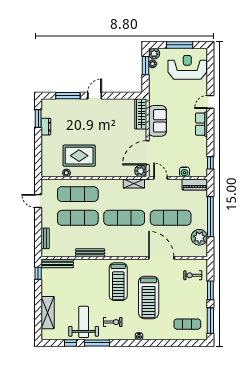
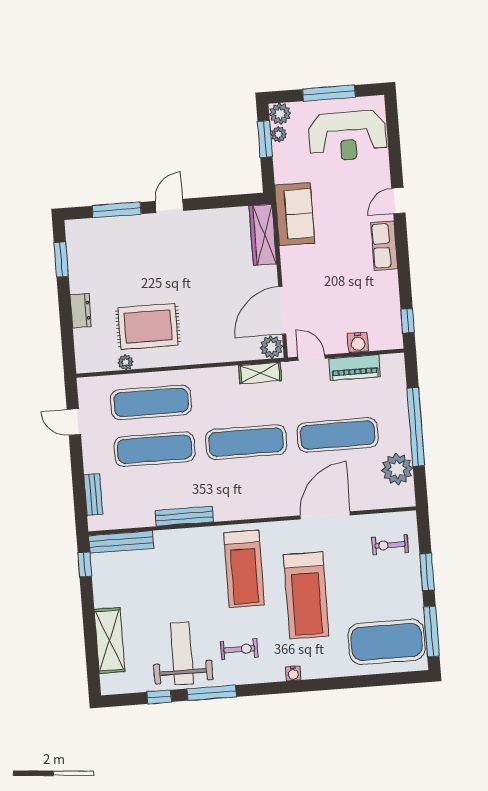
reception desk: (187, 67) -> (348, 136), turned 180
sofa: (157, 121) -> (295, 214), moved
dresser: (46, 127) -> (81, 311), moved
piano: (195, 184) -> (355, 368), moved
door: (161, 258) -> (325, 515), hinge flipped
exercise mat: (187, 324) -> (387, 642), width x2.00, depth x1.45

